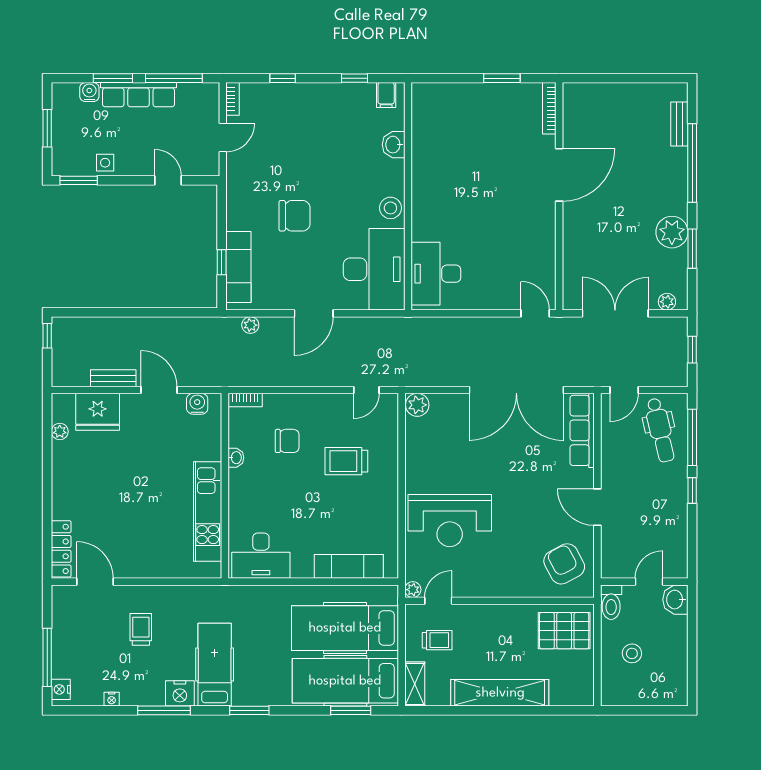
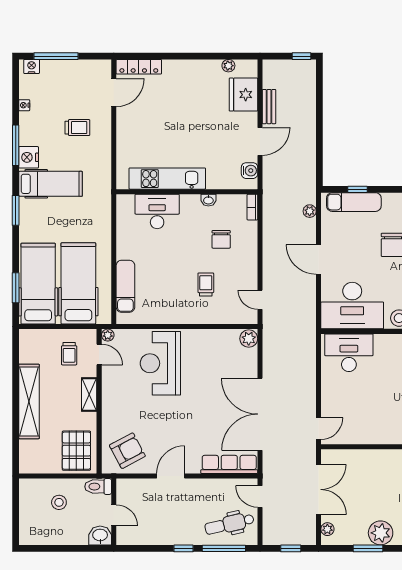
trolley: (346, 461) -> (206, 284), width x0.73, depth x0.72
desk: (261, 556) -> (157, 211), moved, turned 90
shelving: (415, 684) -> (89, 394), moved, turned 90

